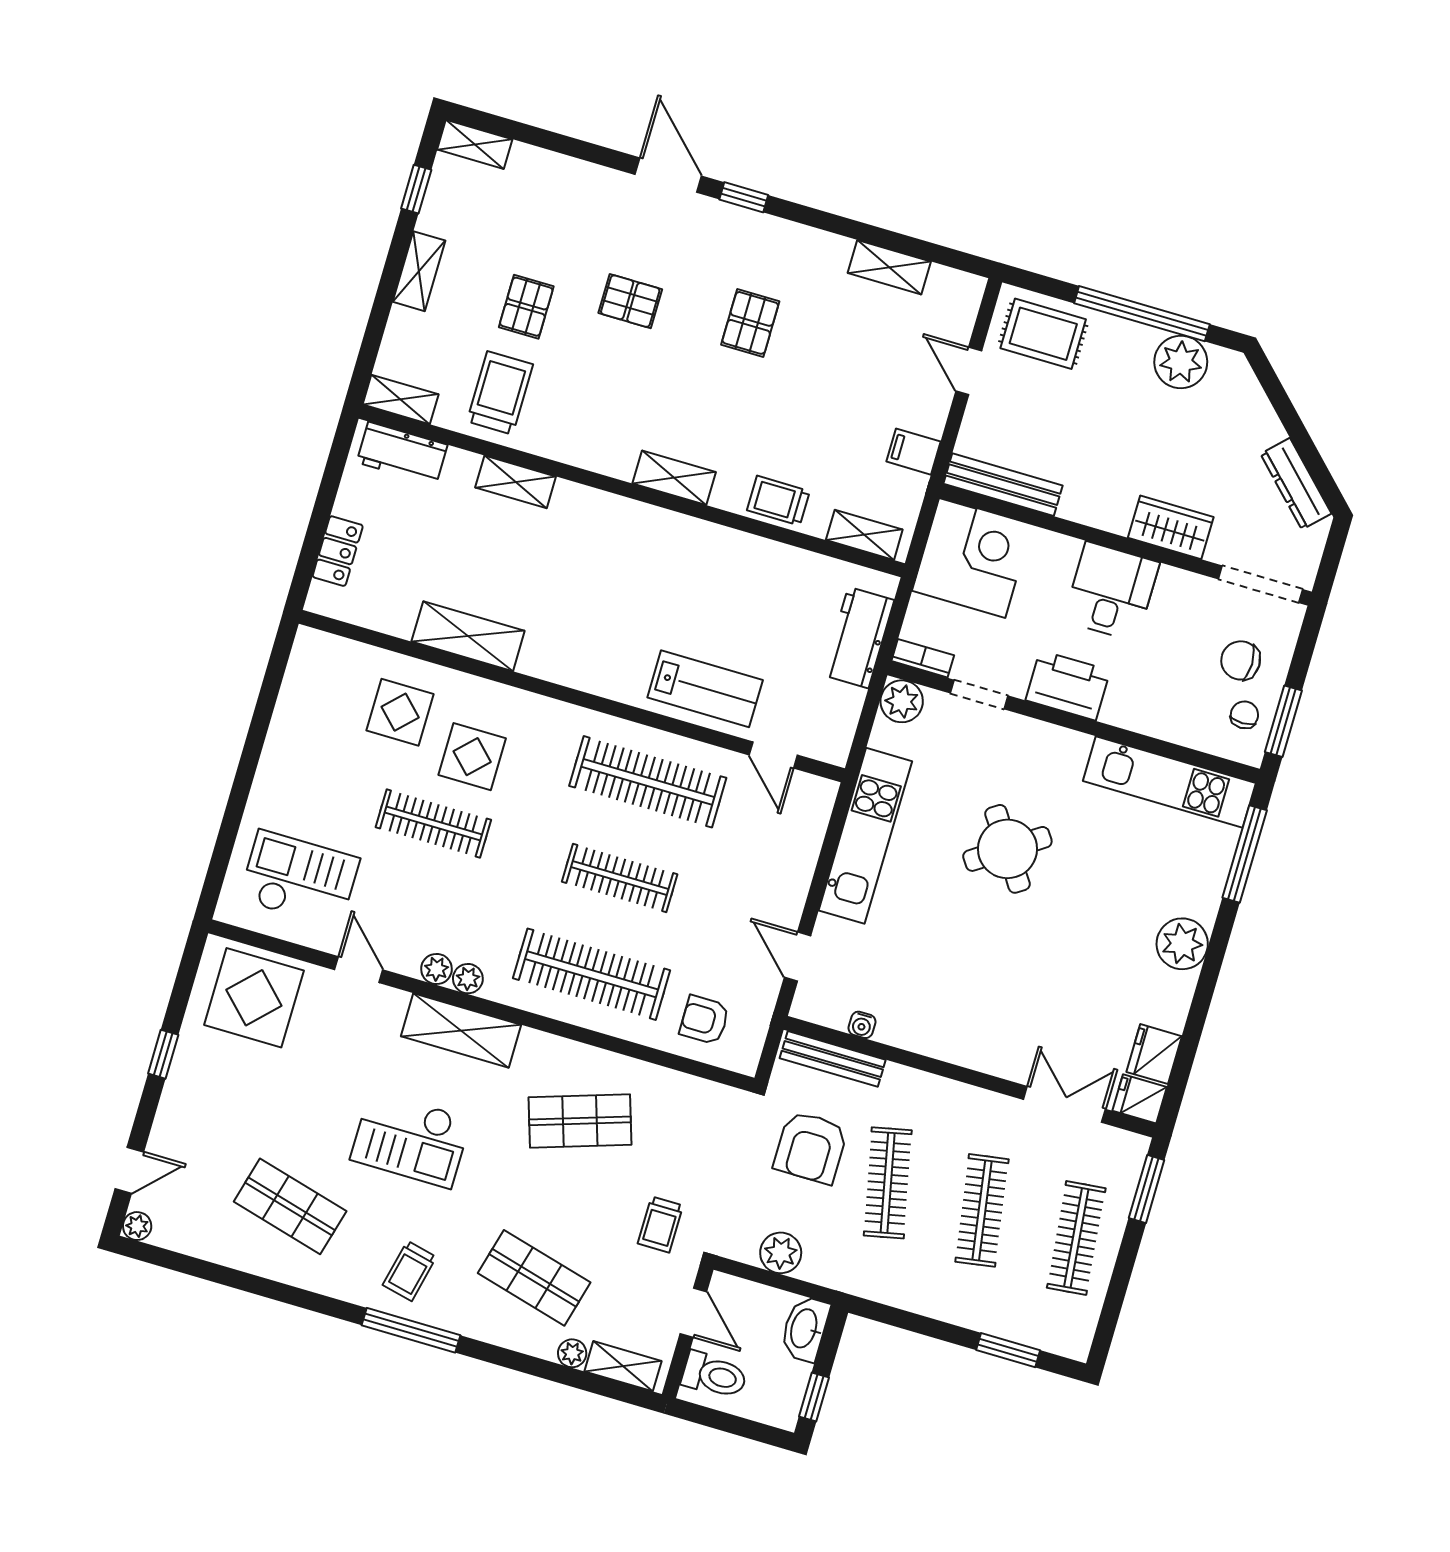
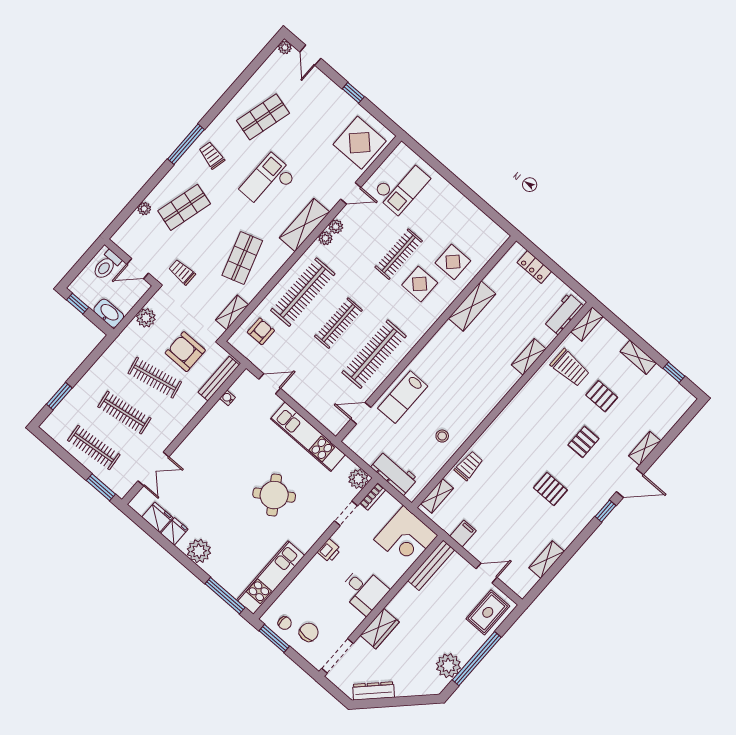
shelving: (475, 144) -> (645, 448), moved
shelving: (674, 478) -> (499, 426), removed
stool: (745, 578) -> (442, 436), added
printer: (1068, 685) -> (329, 551), width x0.53, depth x0.68
fridge: (1140, 1099) -> (174, 531), moved
shelving: (623, 1366) -> (232, 313), moved

